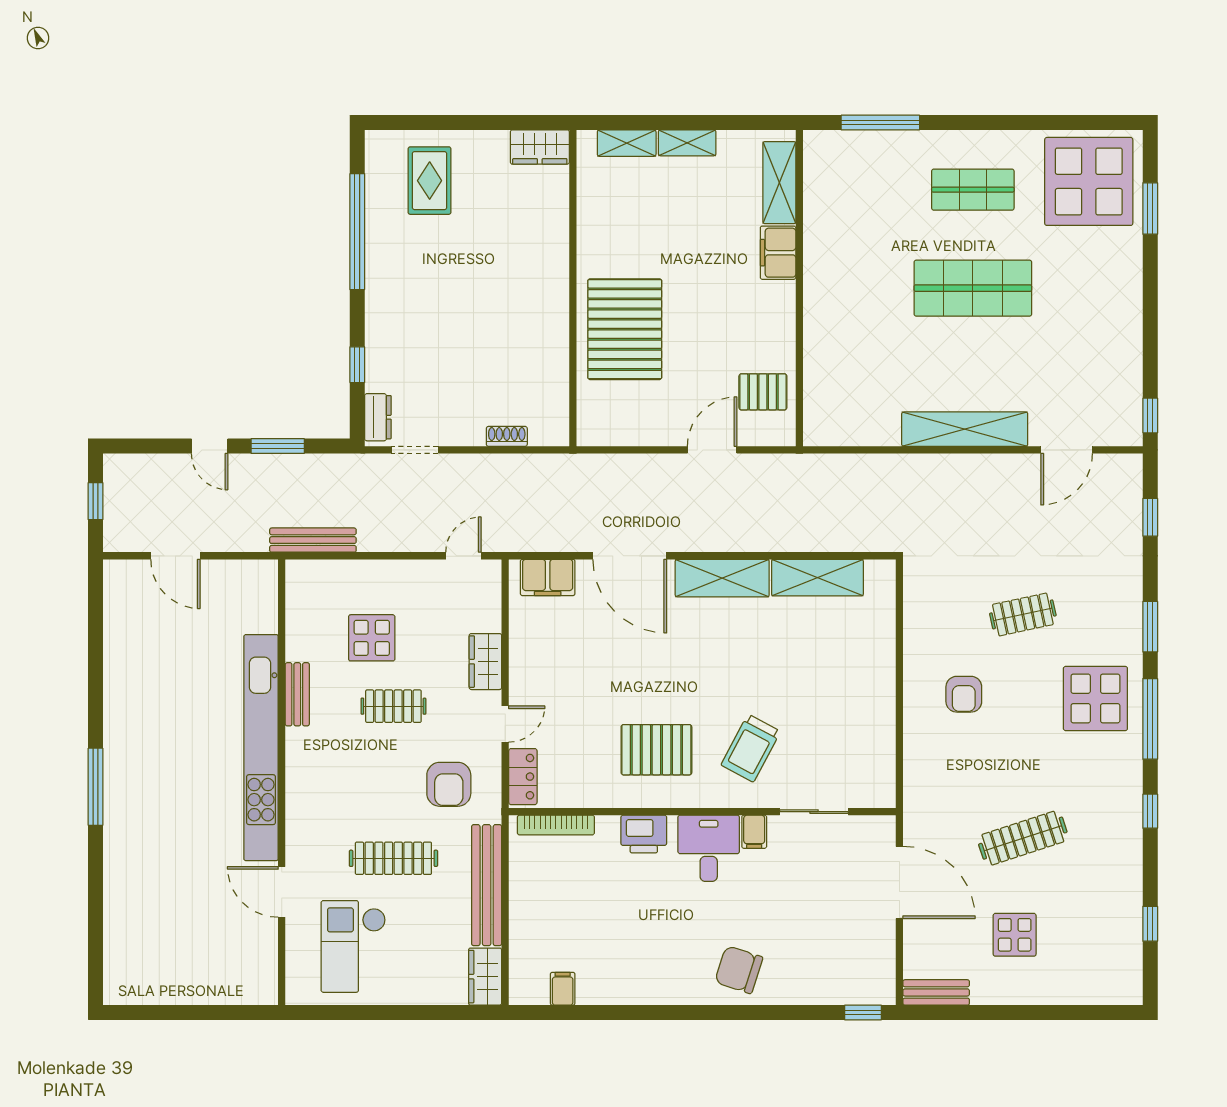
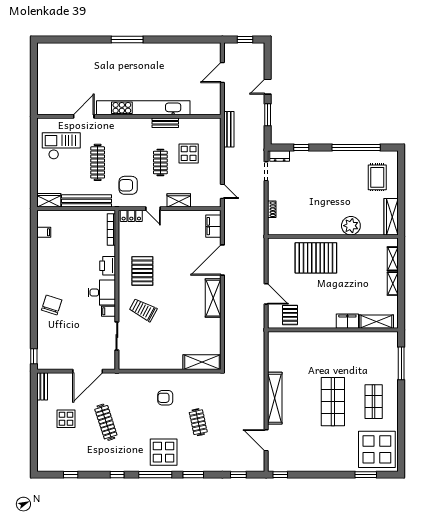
wardrobe: (540, 147) -> (391, 217), width x1.50
rug: (430, 181) -> (377, 177), turned 90
plant: (547, 244) -> (351, 226), added
shelving: (817, 578) -> (202, 362), moved, turned 90

